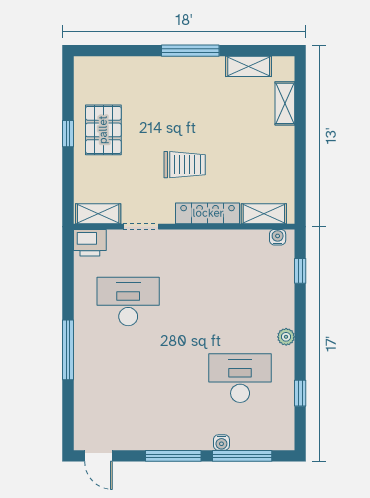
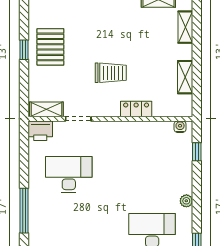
locker: (208, 213) -> (136, 109), width x0.66
shelving: (264, 214) -> (185, 77), moved, turned 90

